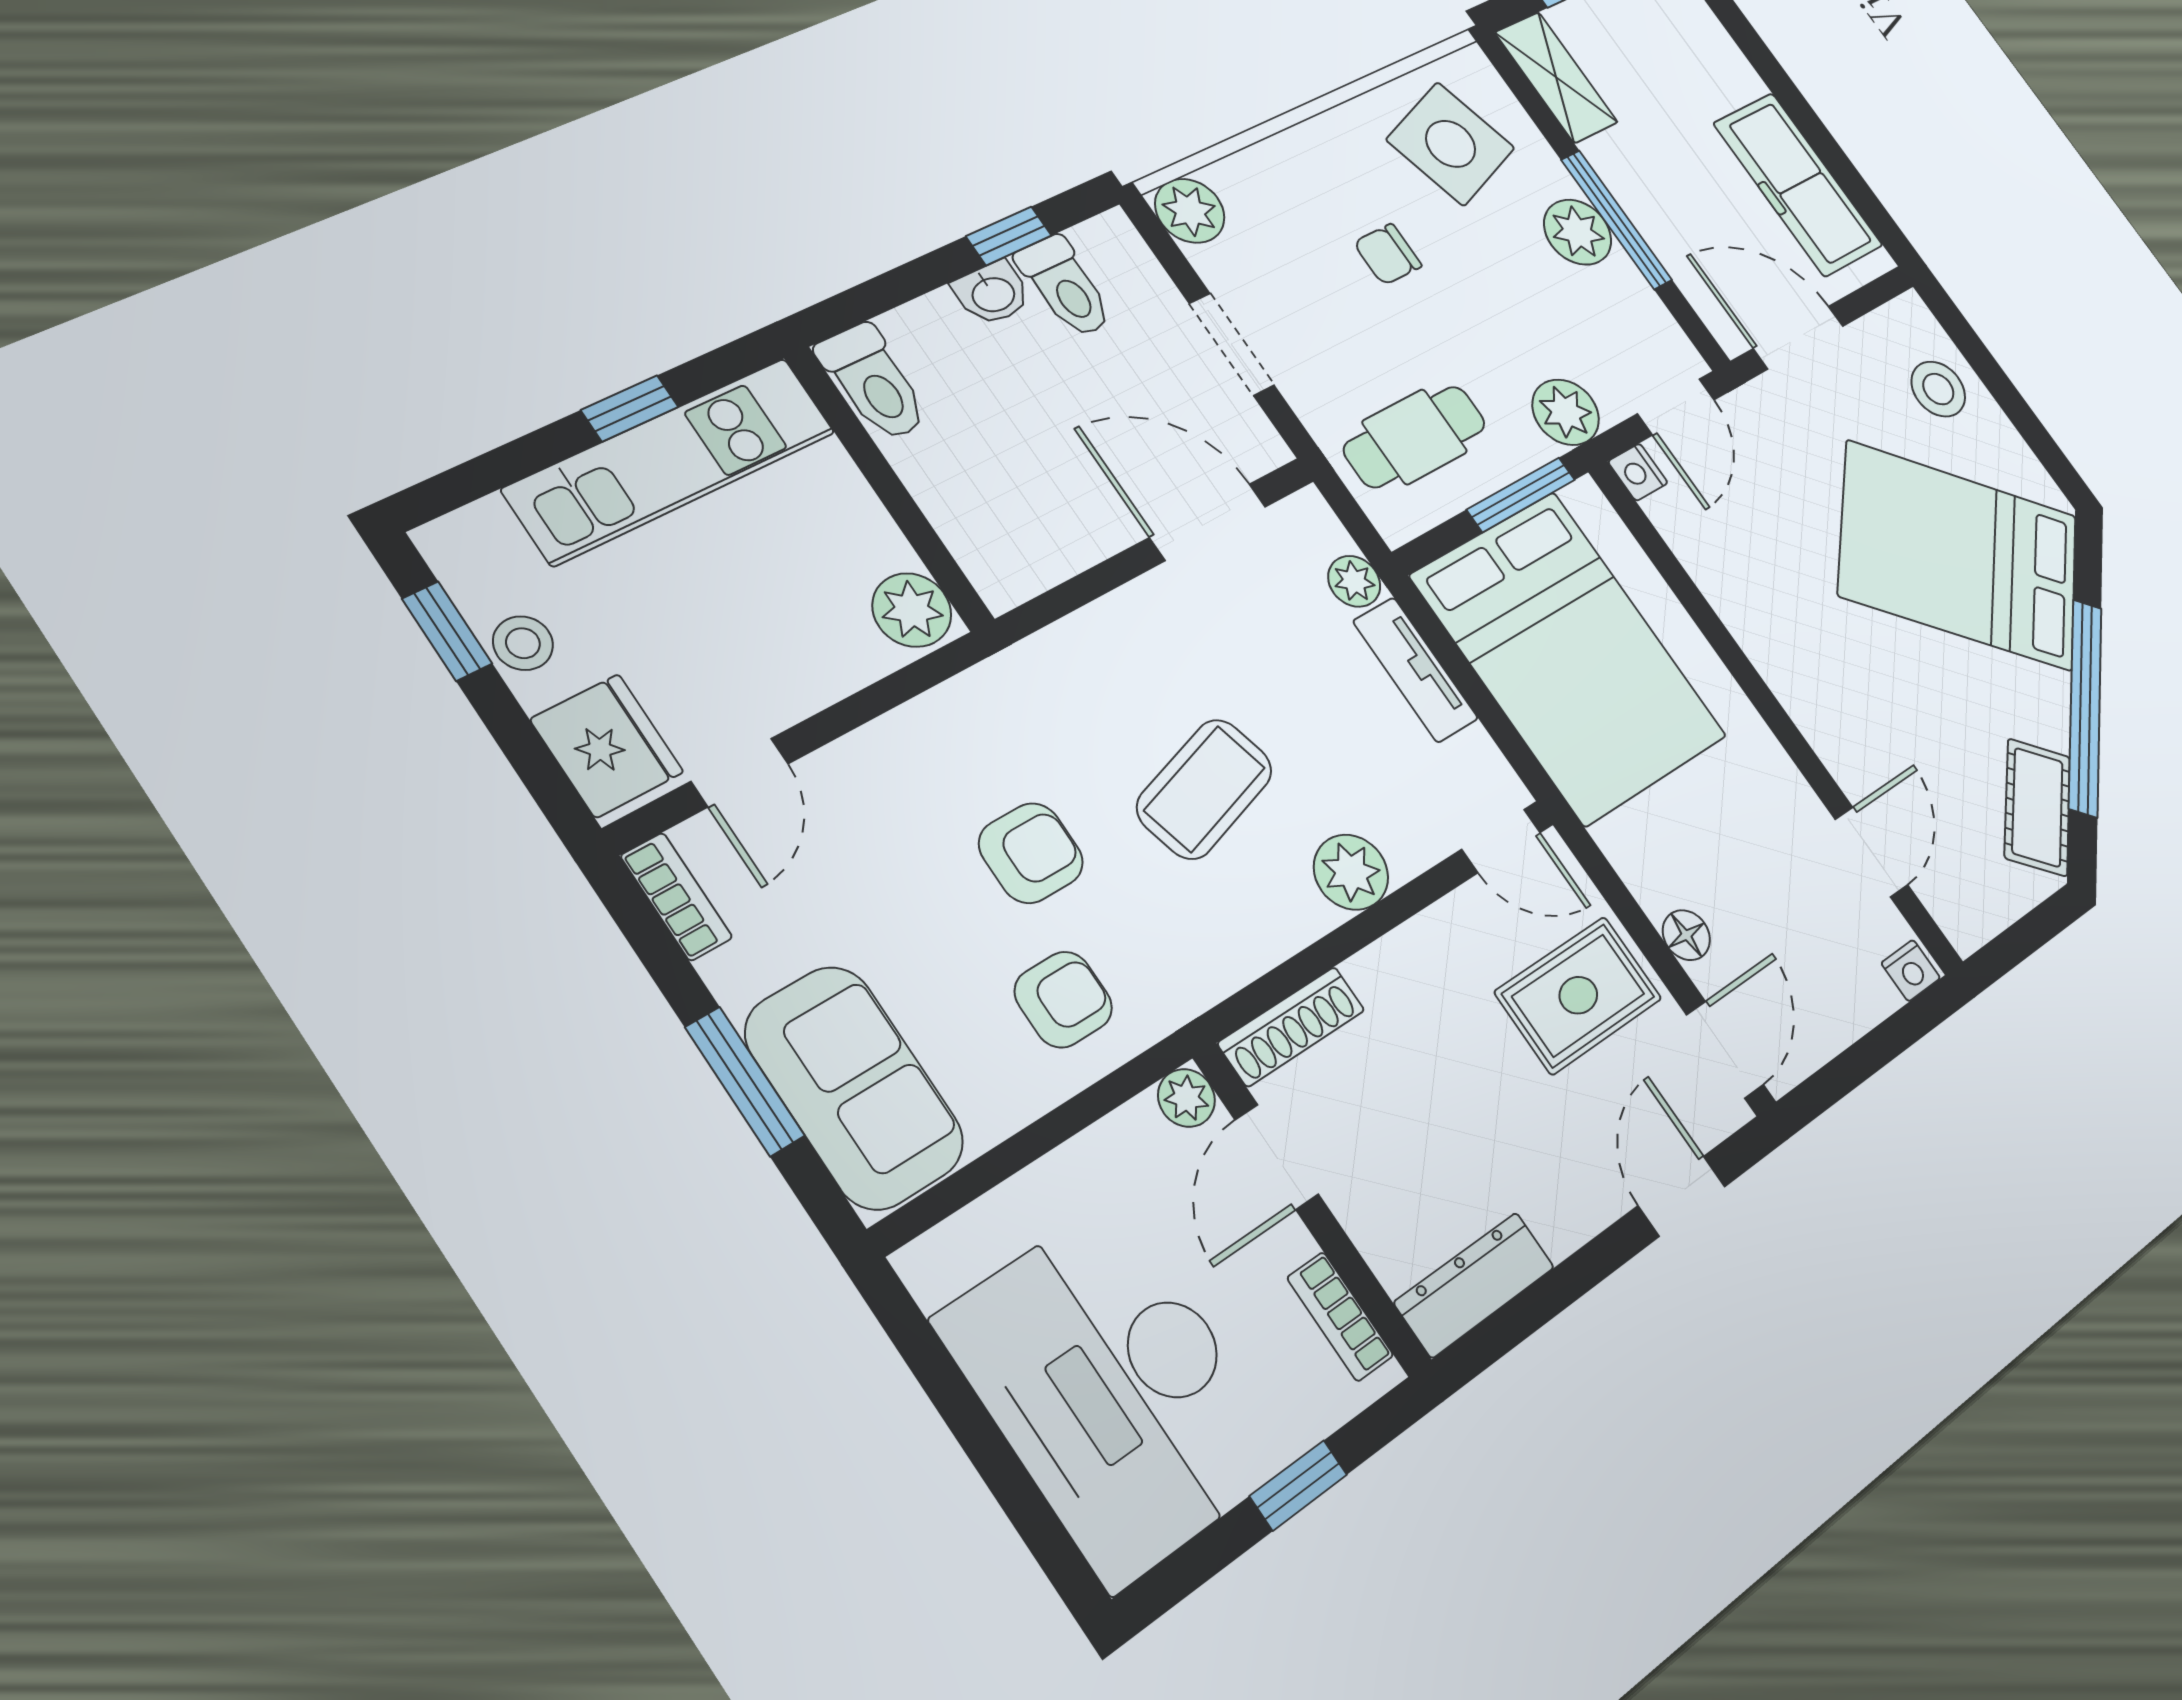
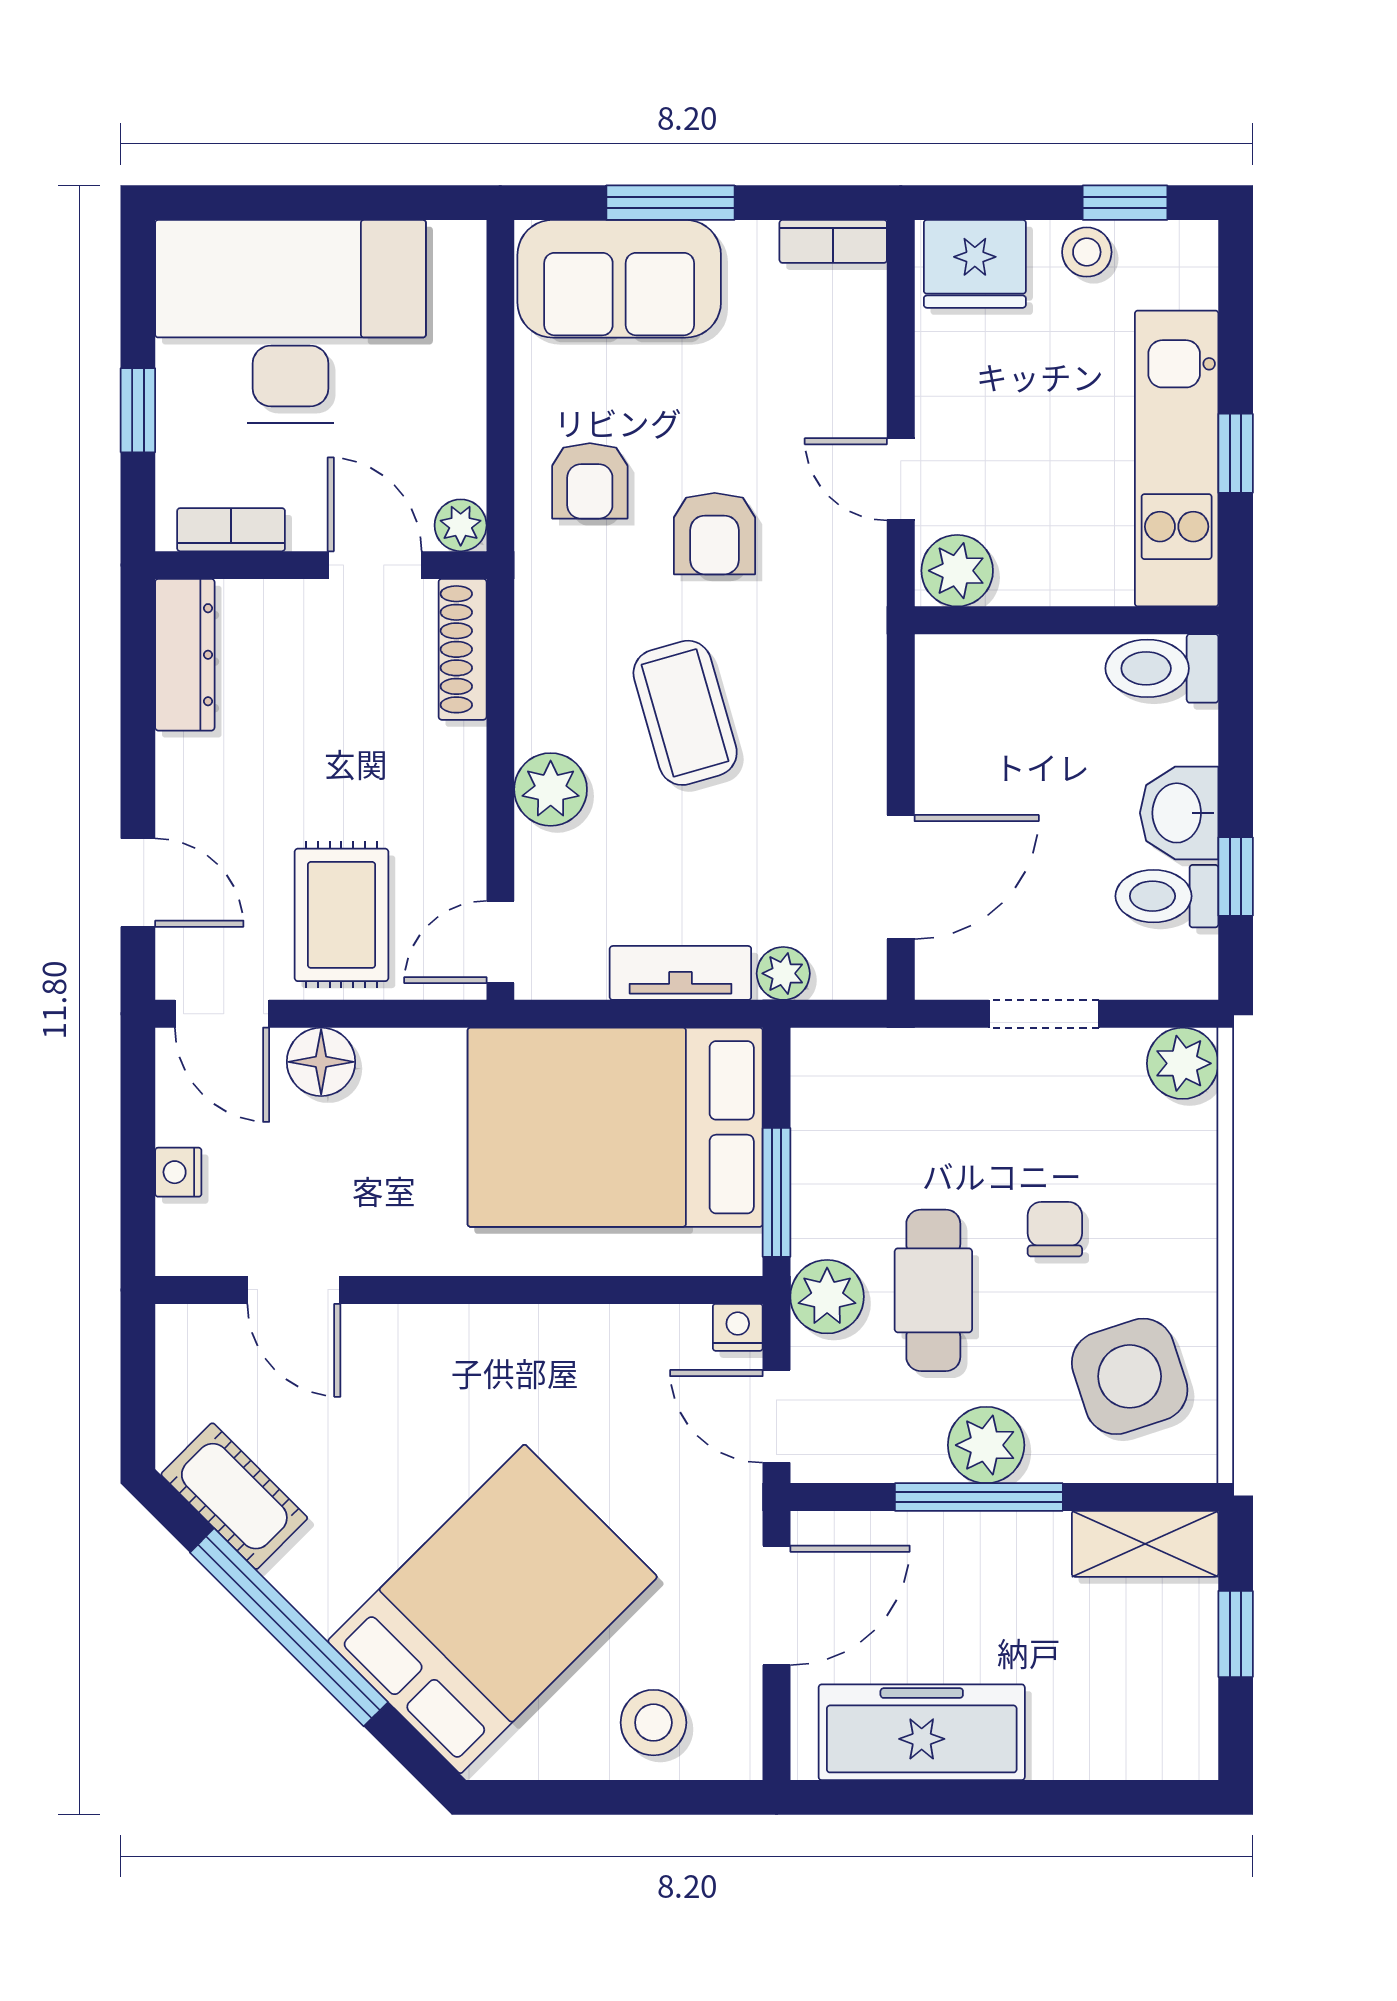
washbasin: (992, 293) -> (1179, 813), width x1.38, depth x1.45
cafe table: (1415, 437) -> (933, 1290), moved
door: (740, 773) -> (901, 479), moved
floor lamp: (1686, 935) -> (321, 1062), width x1.37, depth x1.37
nightstand: (1911, 971) -> (178, 1172), moved

